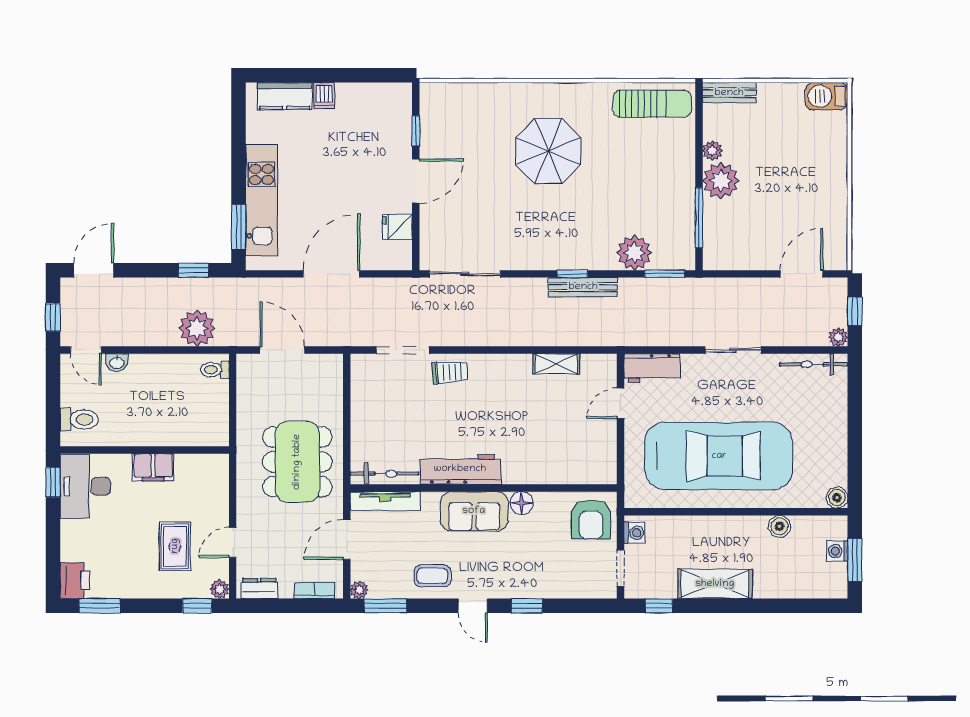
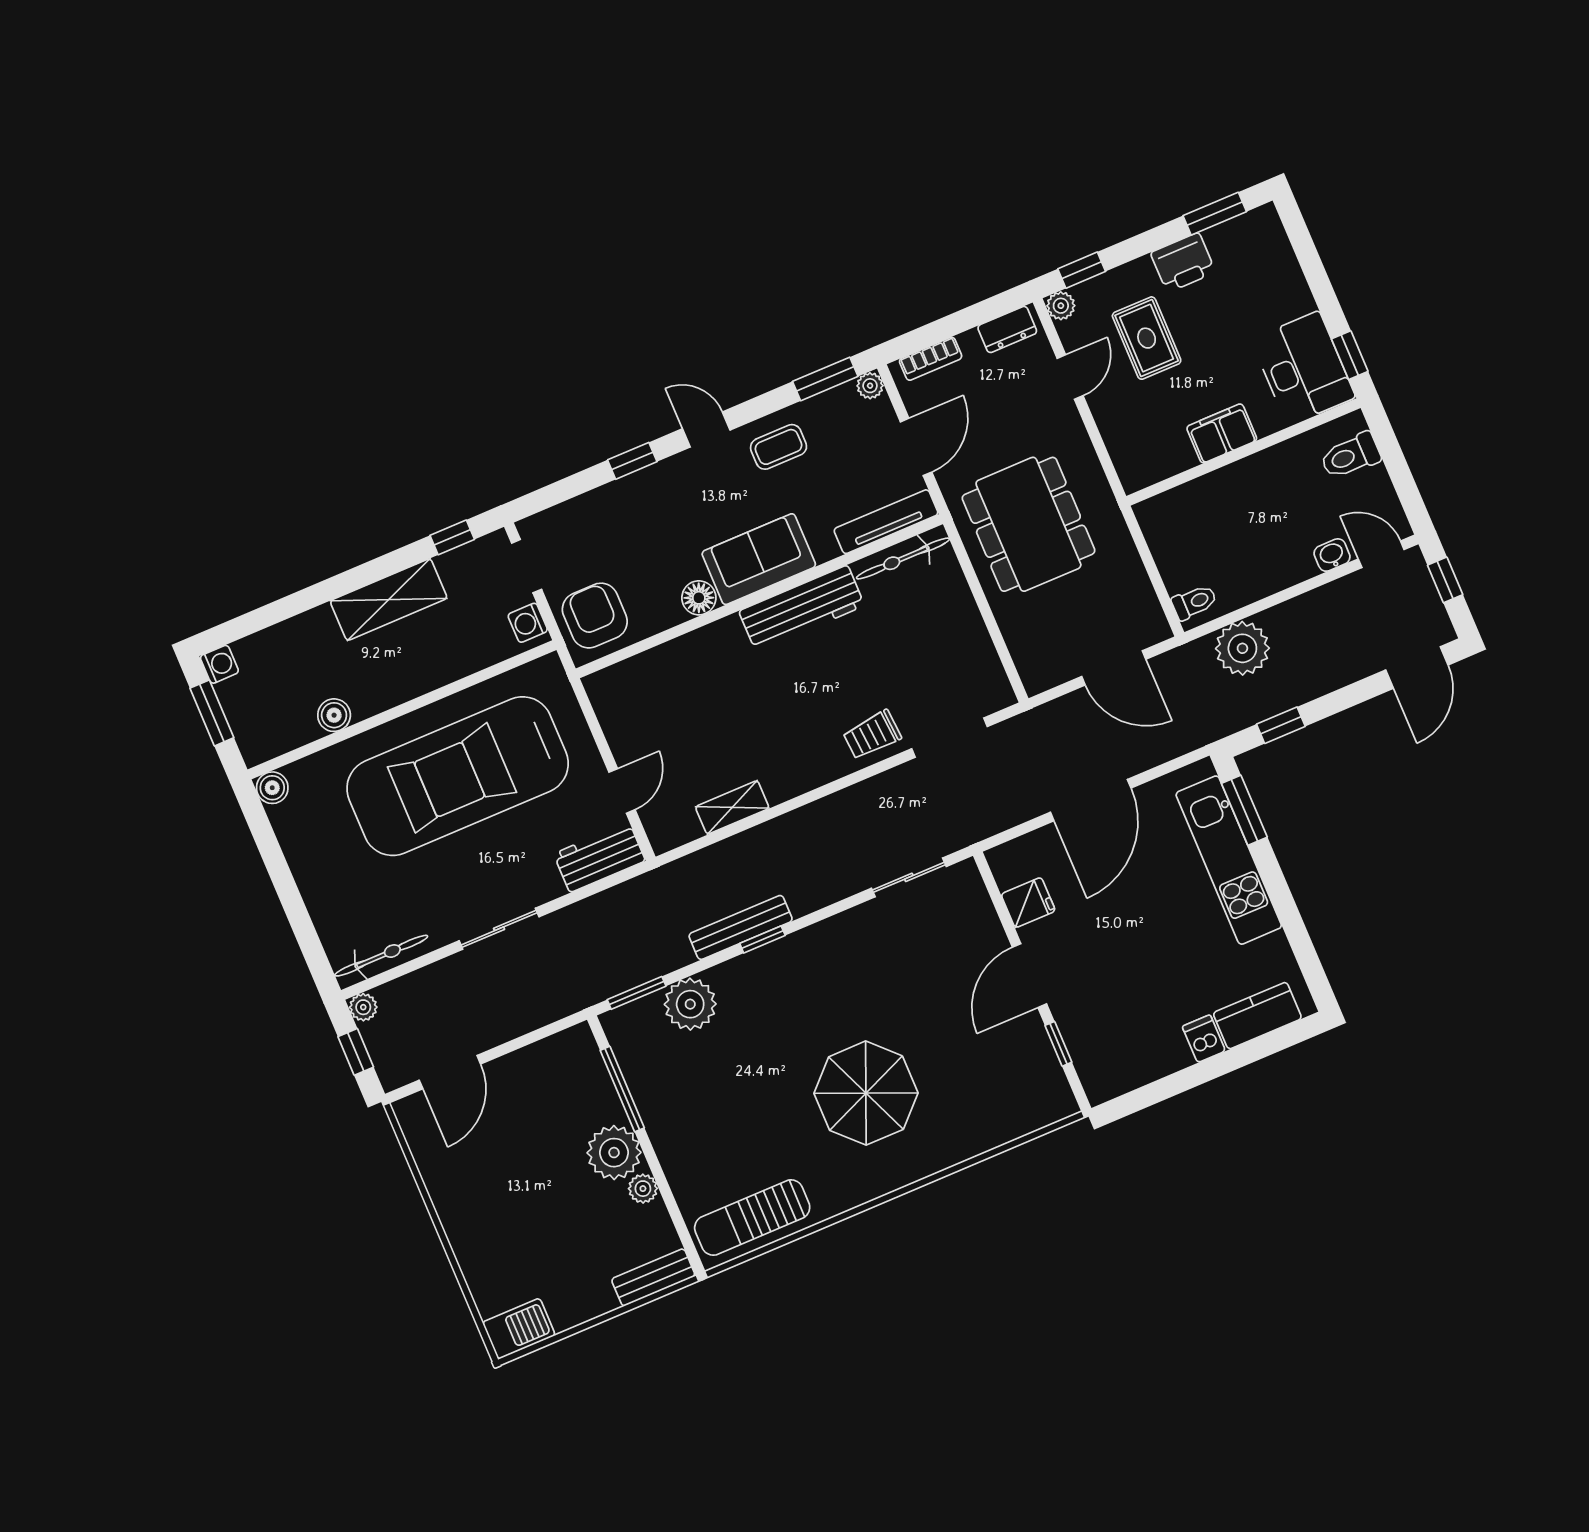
sliding door: (465, 274) -> (909, 877), width x0.73
washing machine: (837, 551) -> (219, 664), moved
printer: (75, 581) -> (1183, 262), moved, turned -90

